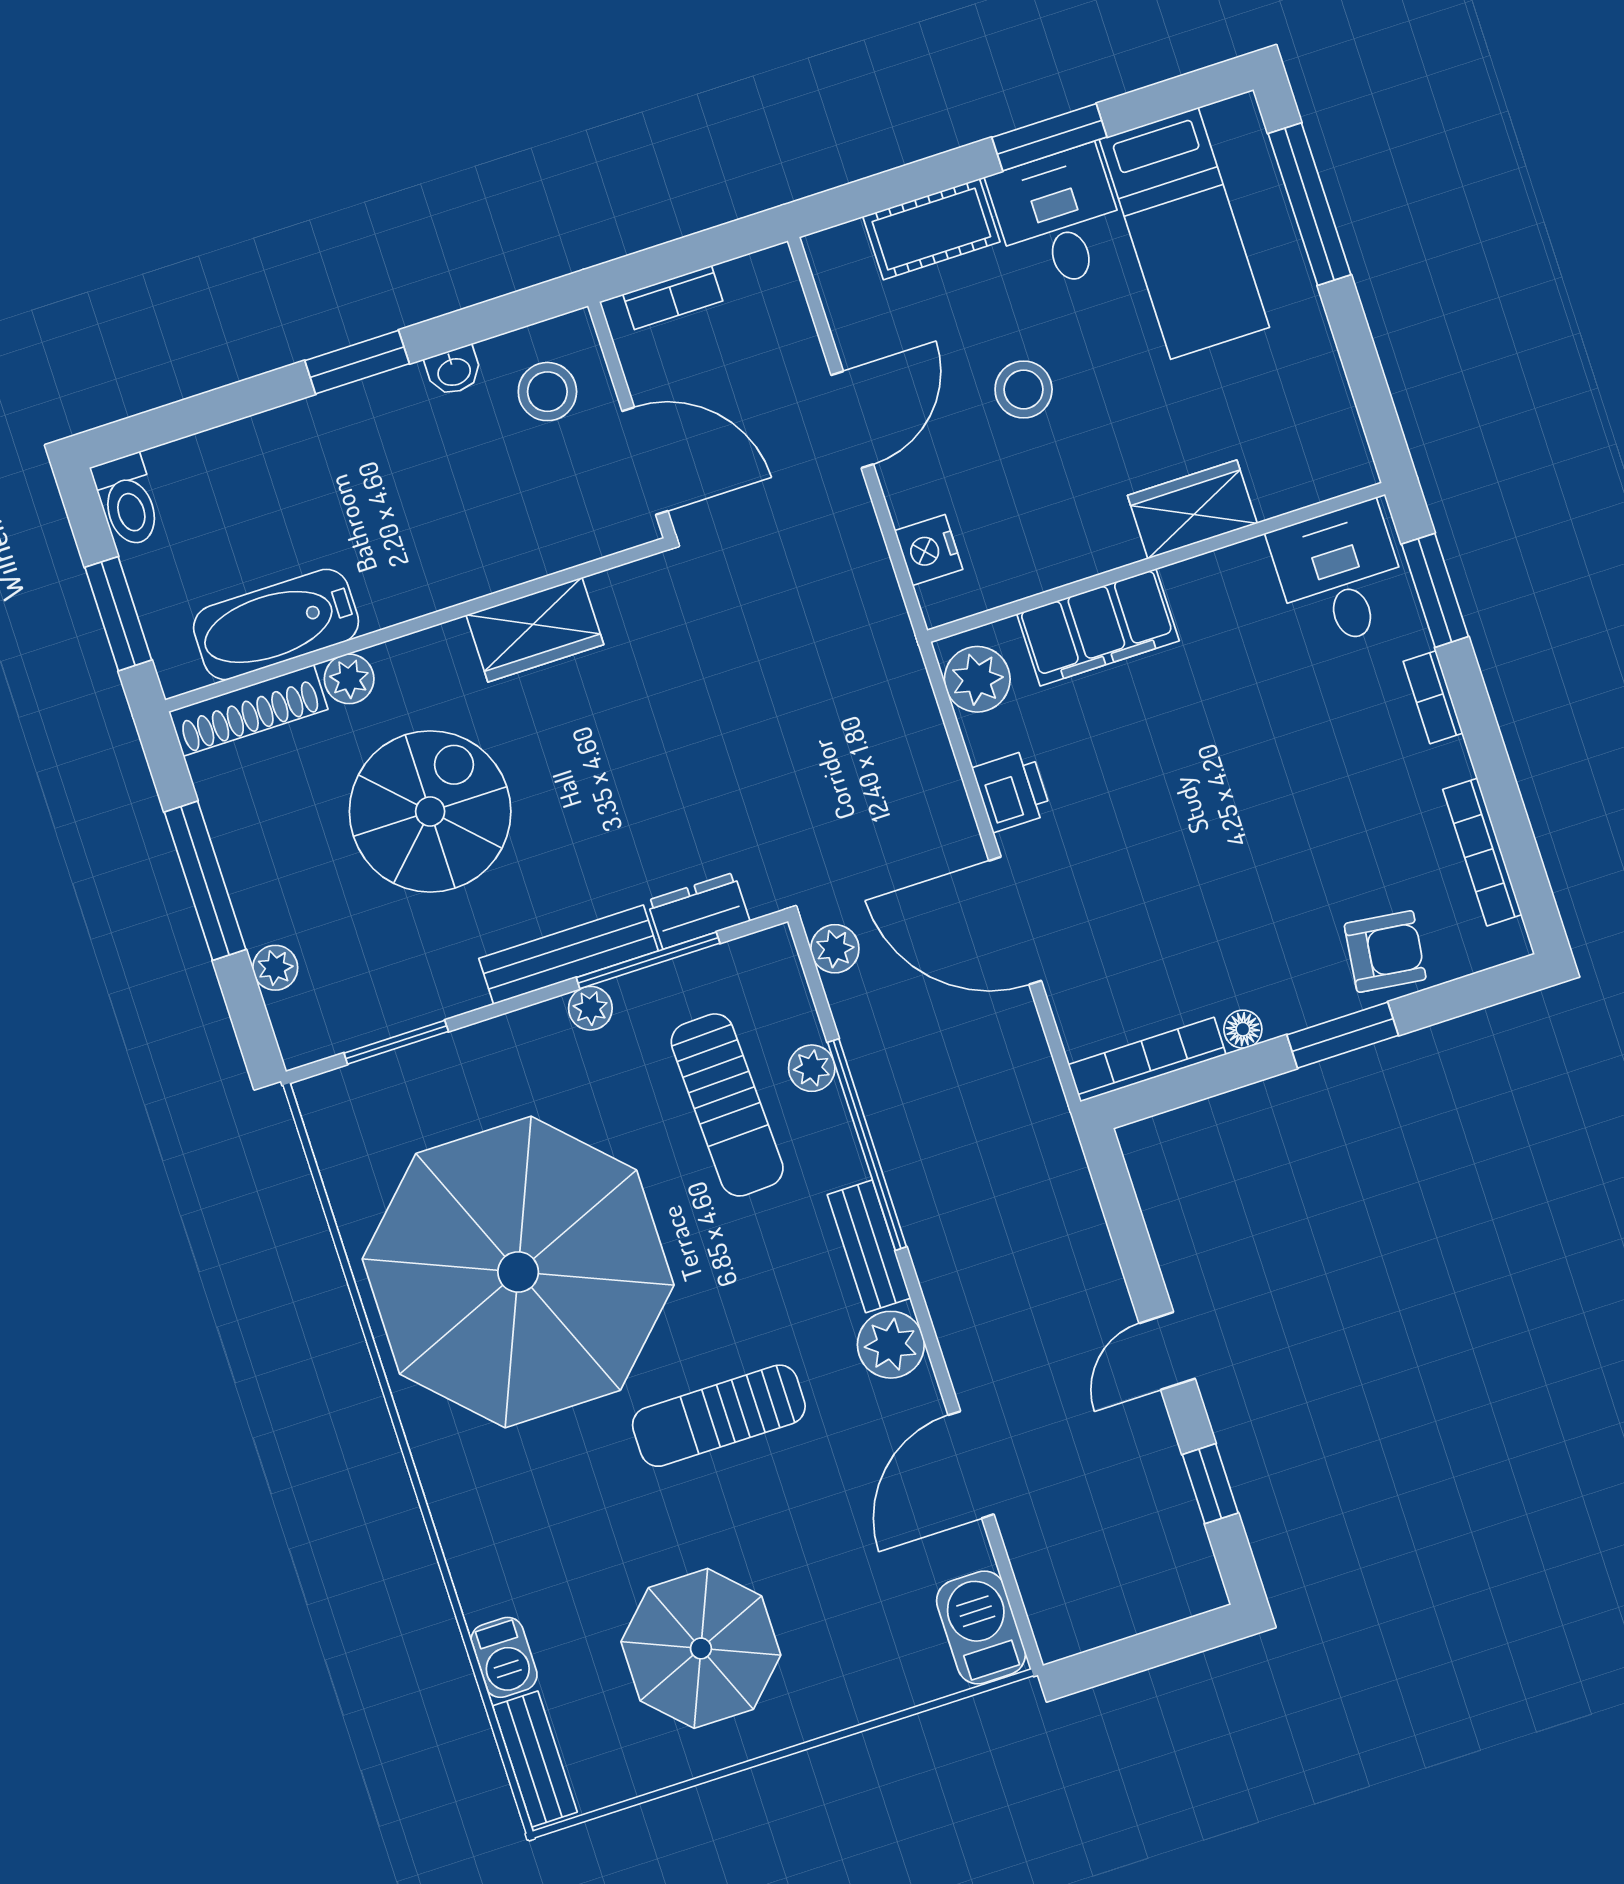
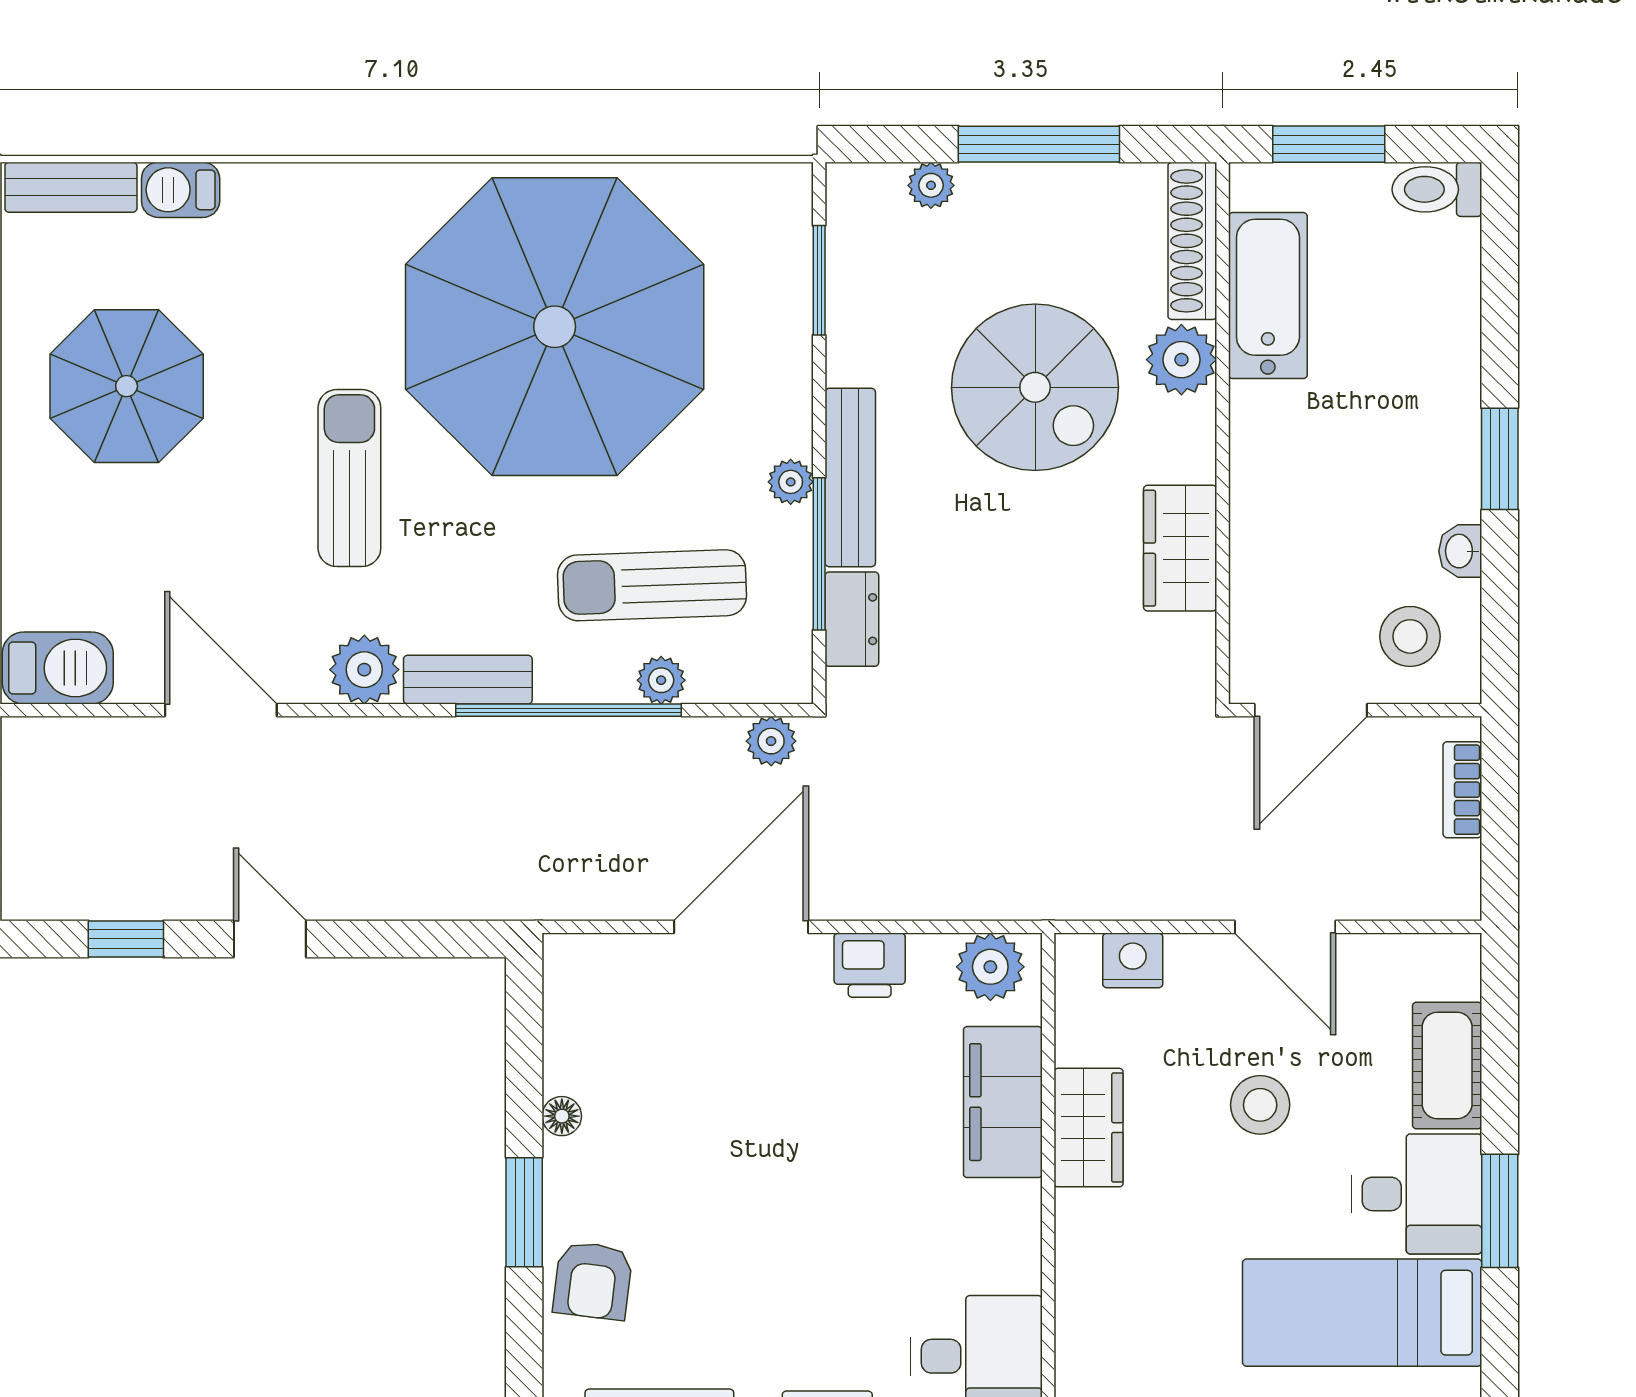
wardrobe: (1192, 509) -> (1089, 1128), moved
plant: (349, 679) -> (1181, 360), width x1.38, depth x1.38
bookcase: (1147, 1060) -> (562, 1012), removed

